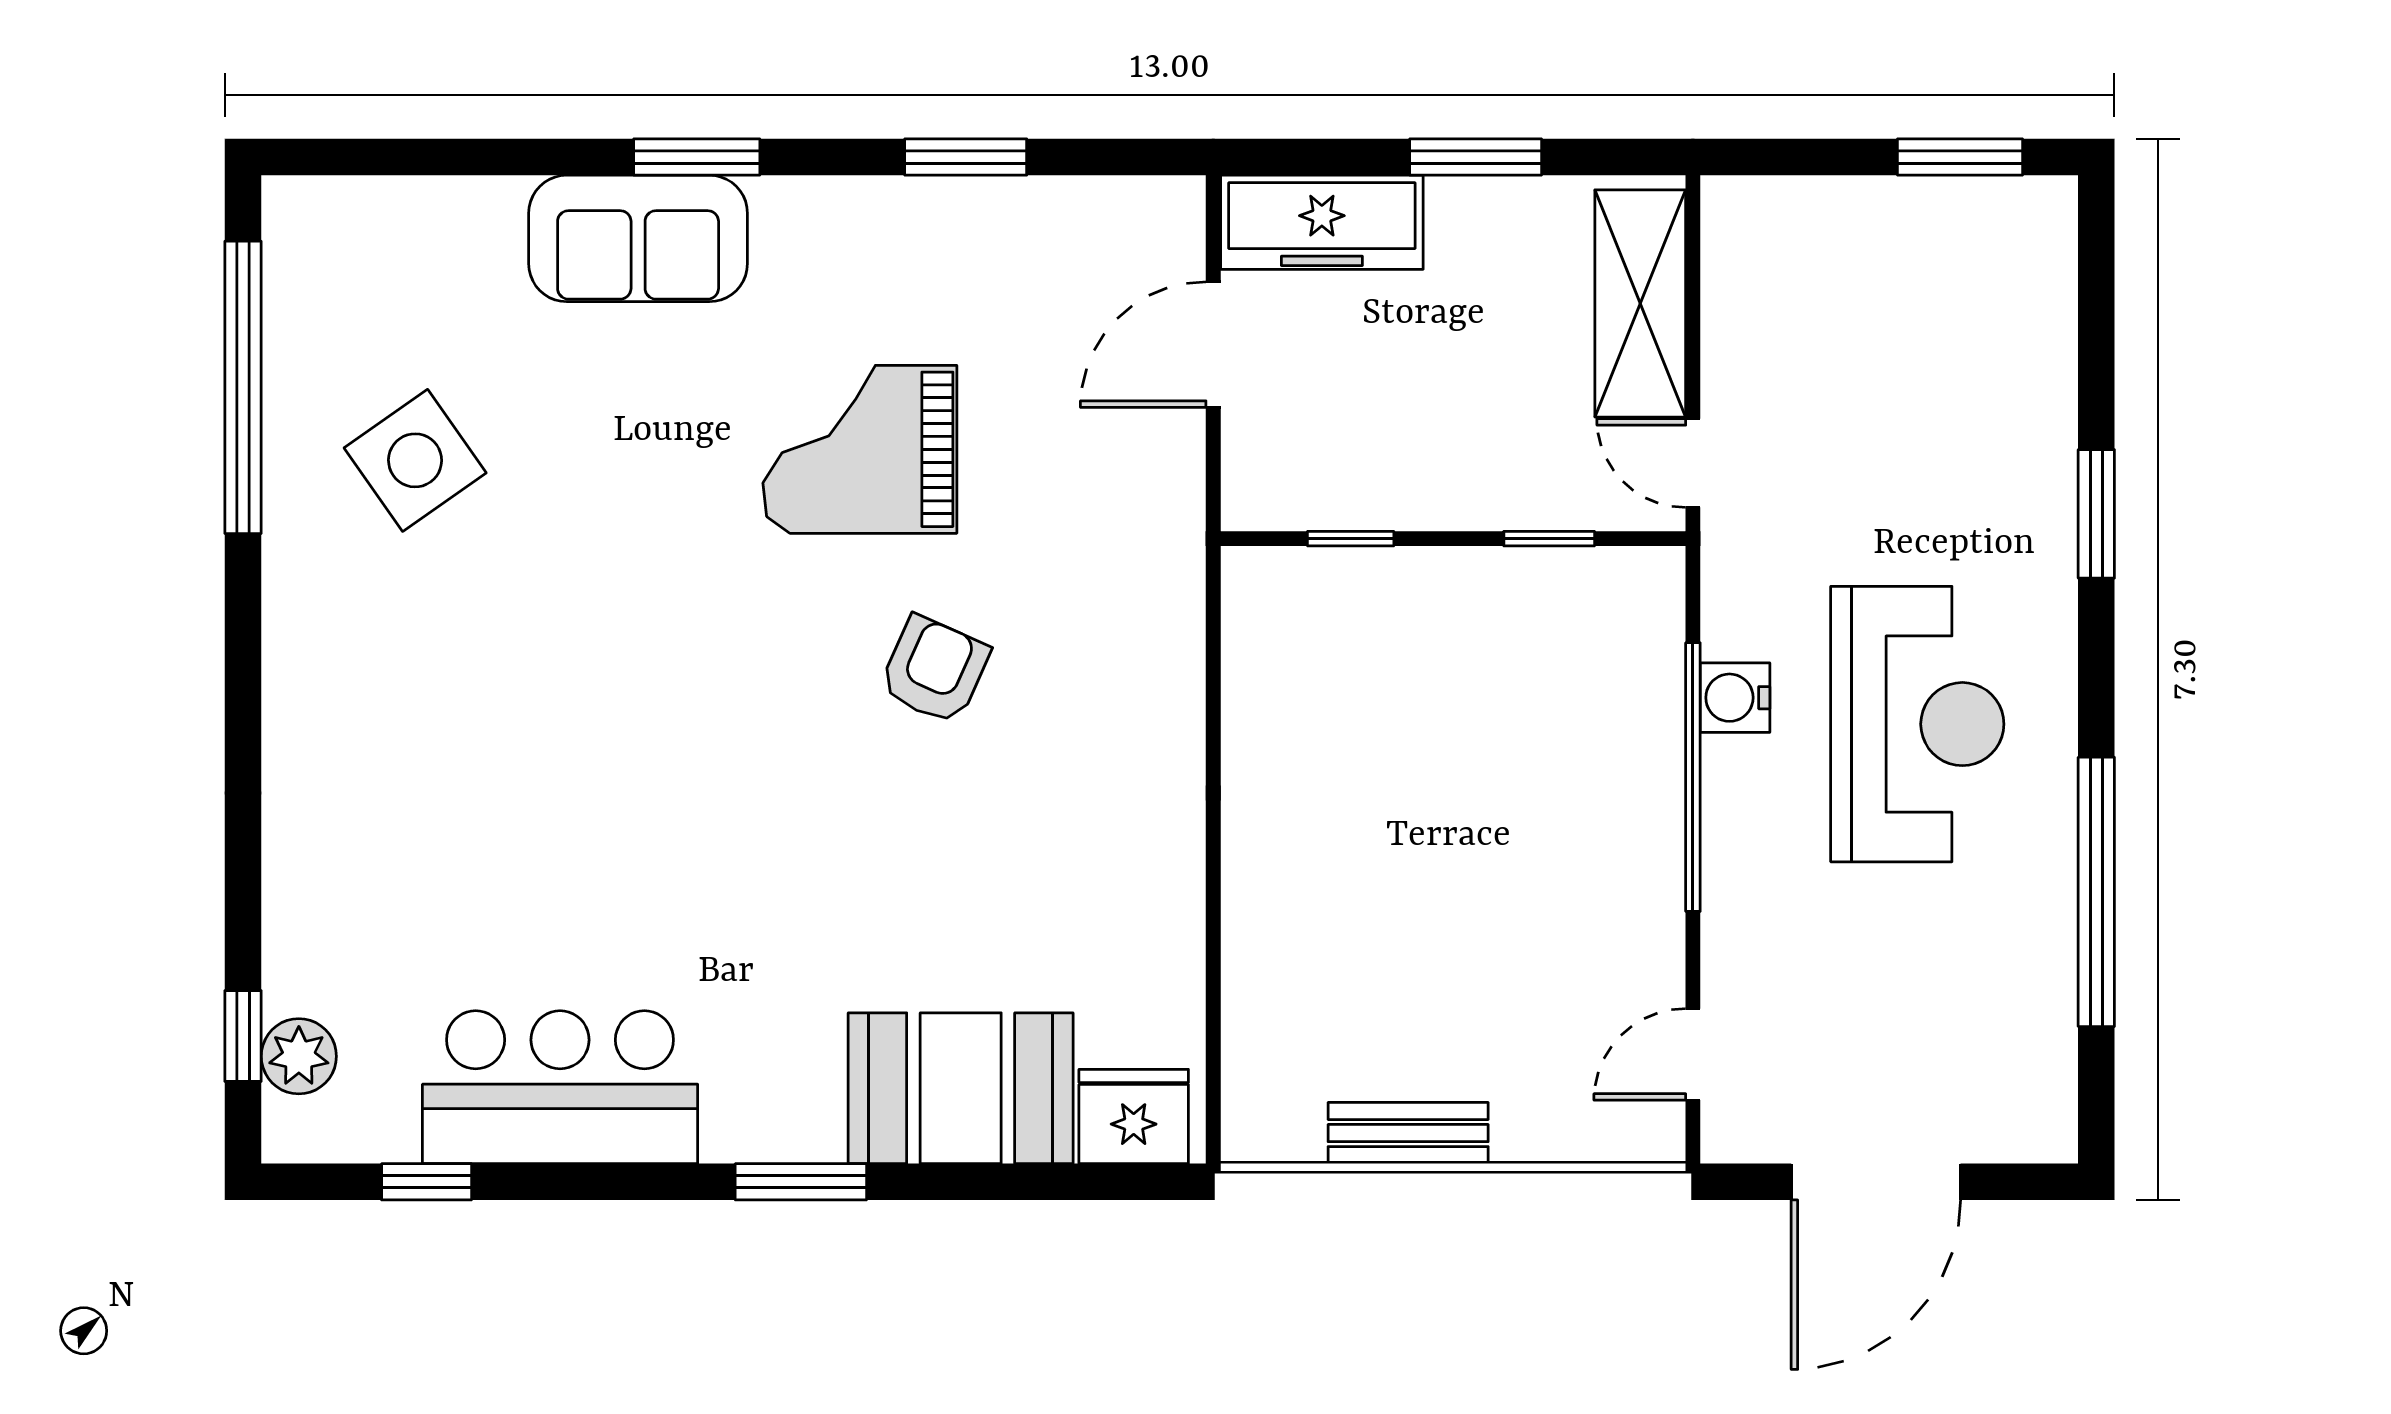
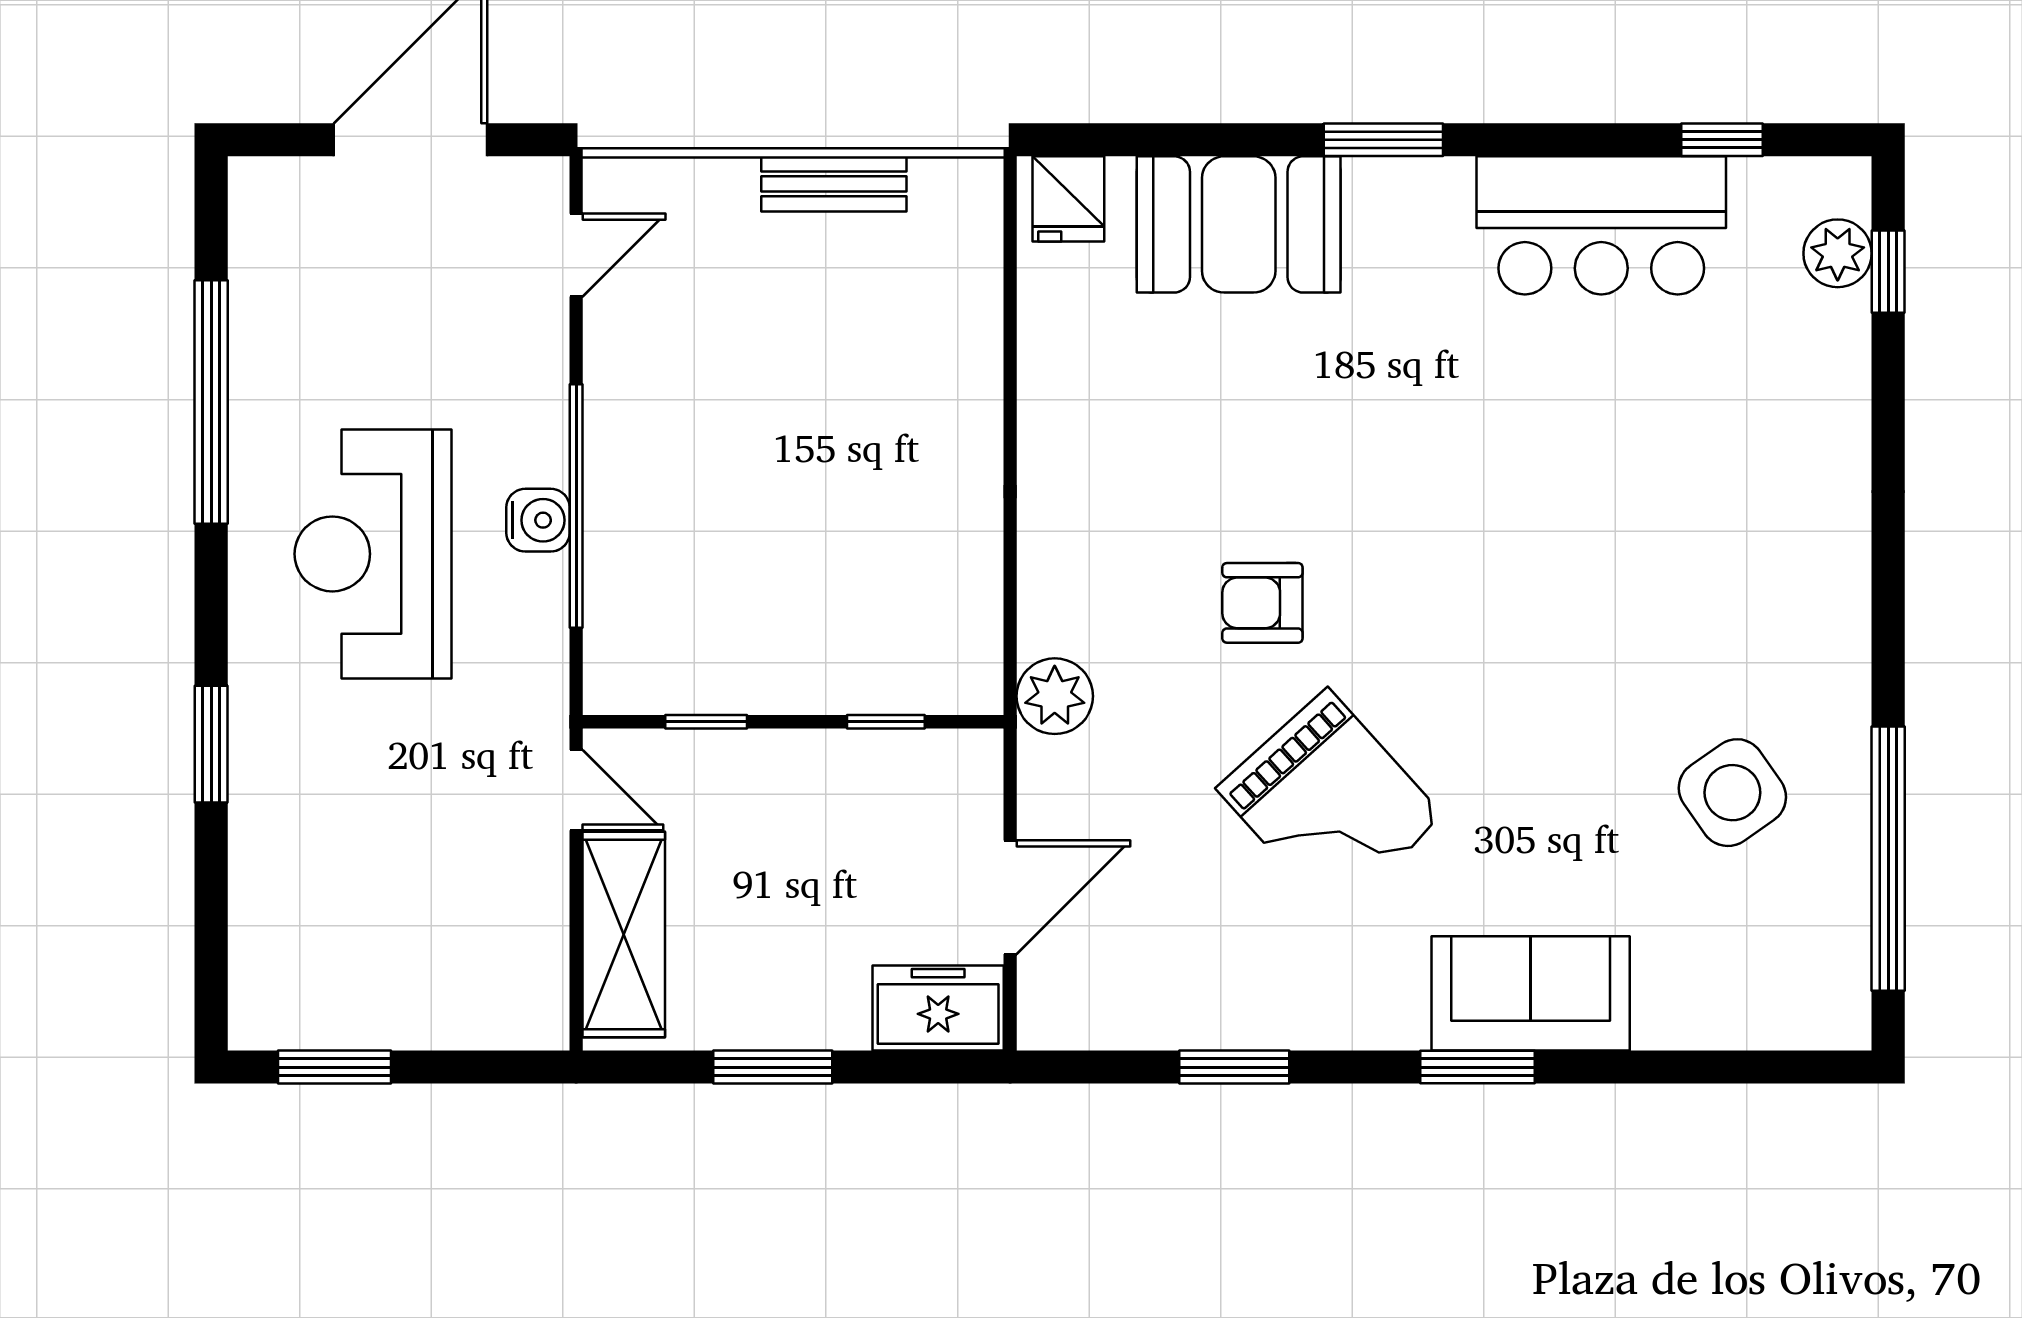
freezer: (1322, 222) -> (938, 1008), width x0.71
grand piano: (860, 449) -> (1330, 803), turned 48
plant: (1164, 567) -> (1055, 696), added
armchair: (934, 670) -> (1262, 603), turned 66
water cooler: (1735, 698) -> (538, 520), moved
fridge: (1134, 1116) -> (1068, 199), width x0.72

